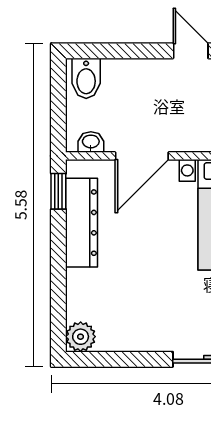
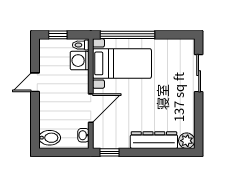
door: (142, 156) -> (91, 108), hinge flipped
dresser: (82, 223) -> (154, 140), moved

